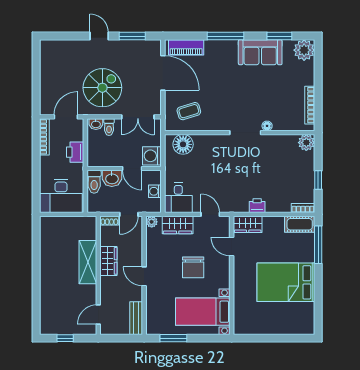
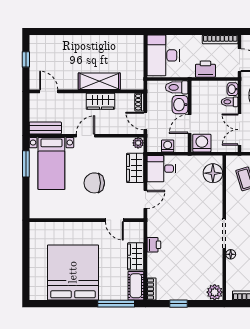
wardrobe: (248, 224) -> (136, 256), moved
door: (232, 246) -> (114, 220), swing flipped
bed: (286, 282) -> (73, 272), width x1.36
bed with nightstands: (203, 312) -> (51, 164), moved, turned 180

